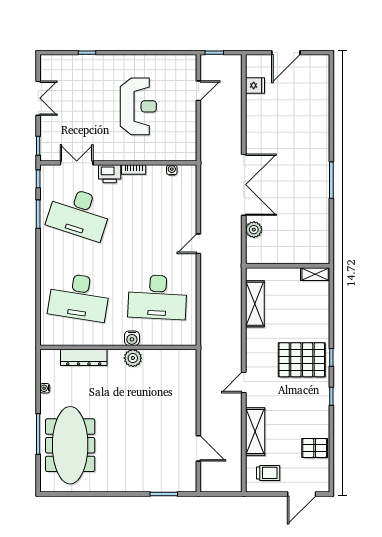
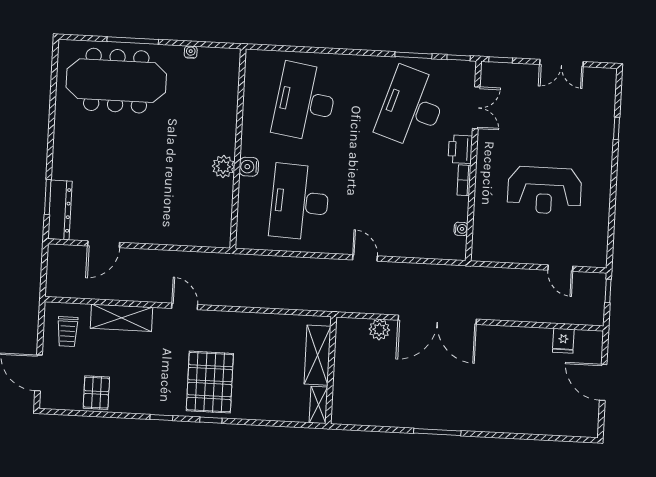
shelving: (255, 304) -> (318, 355), moved, turned 90
dresser: (84, 357) -> (60, 210), moved, turned 180

